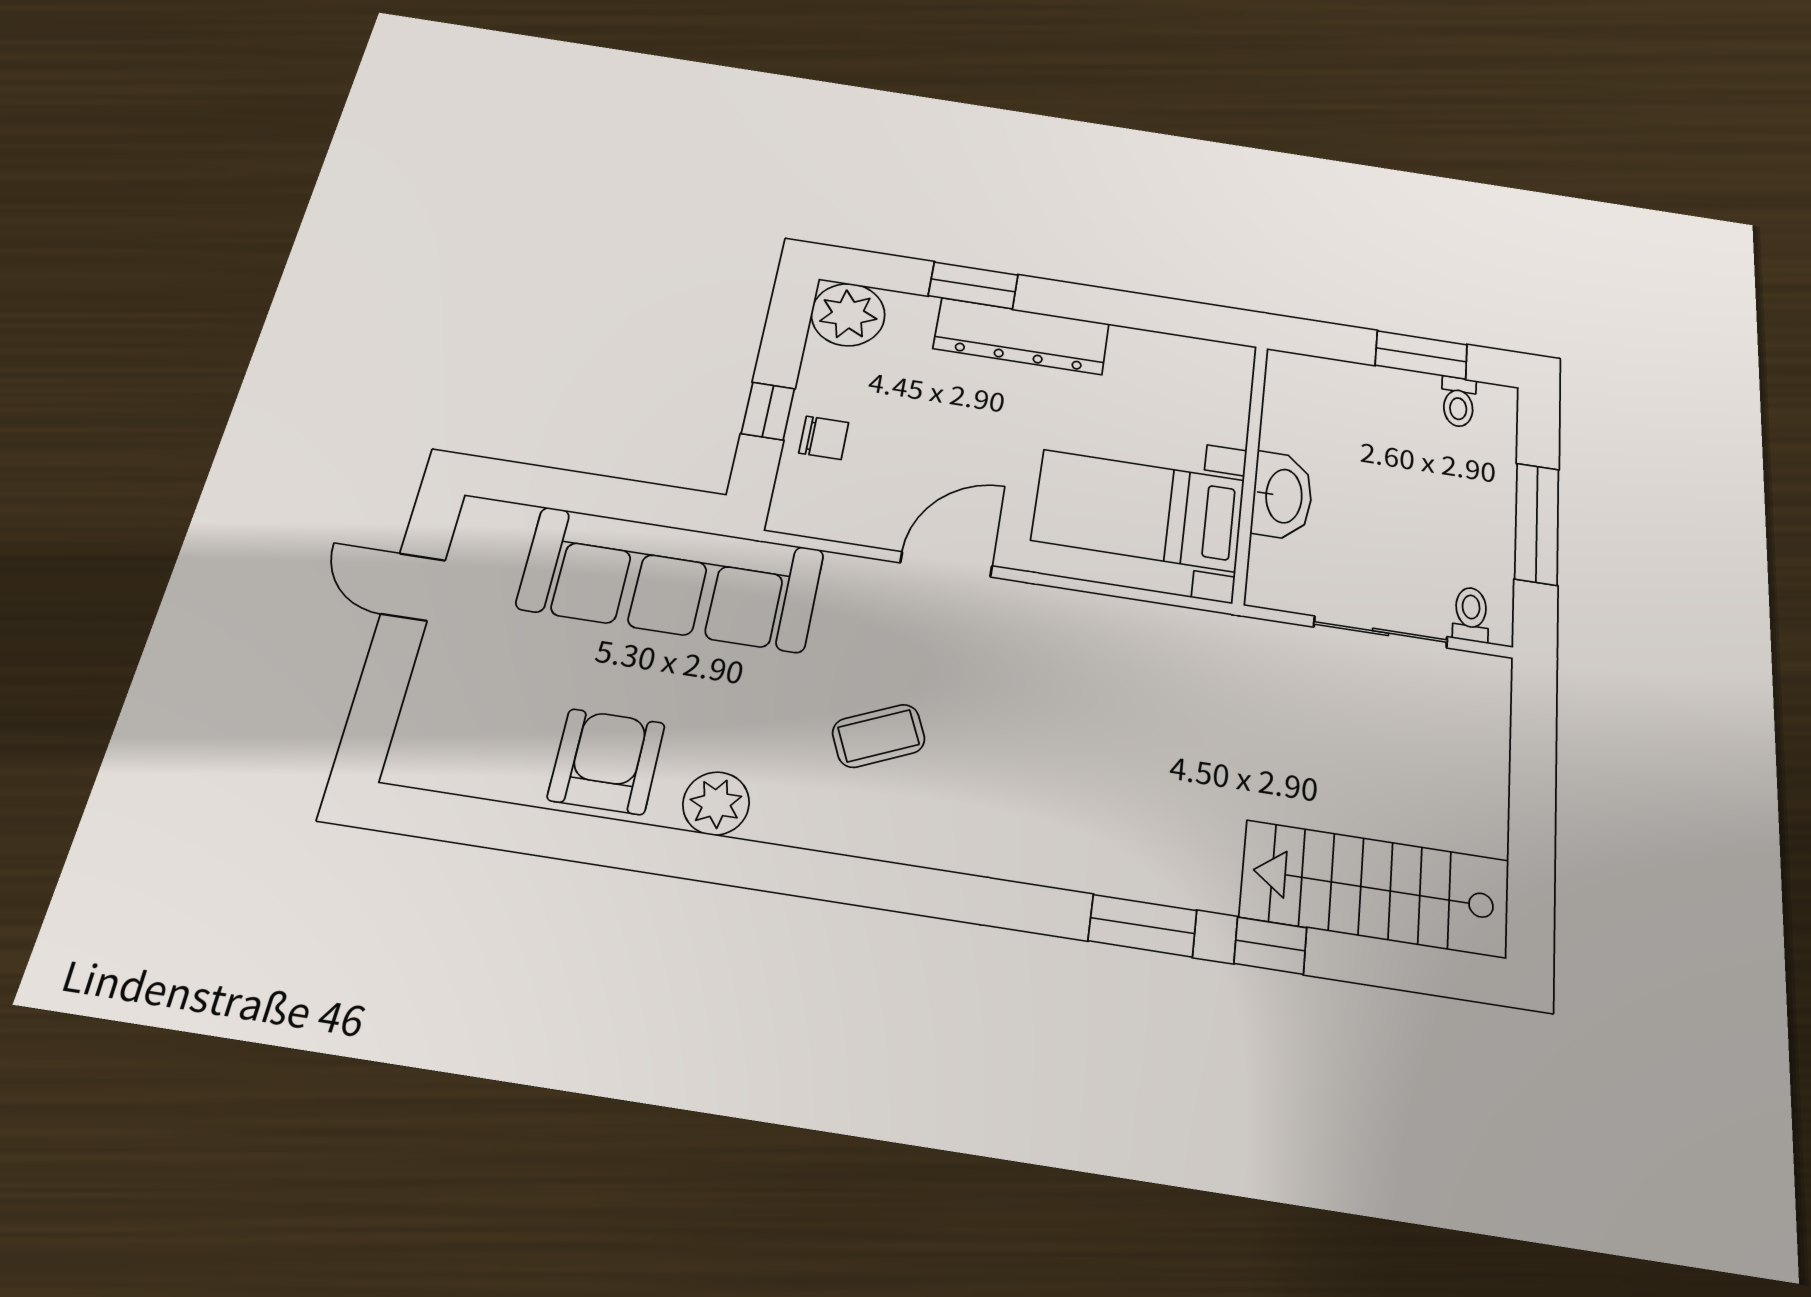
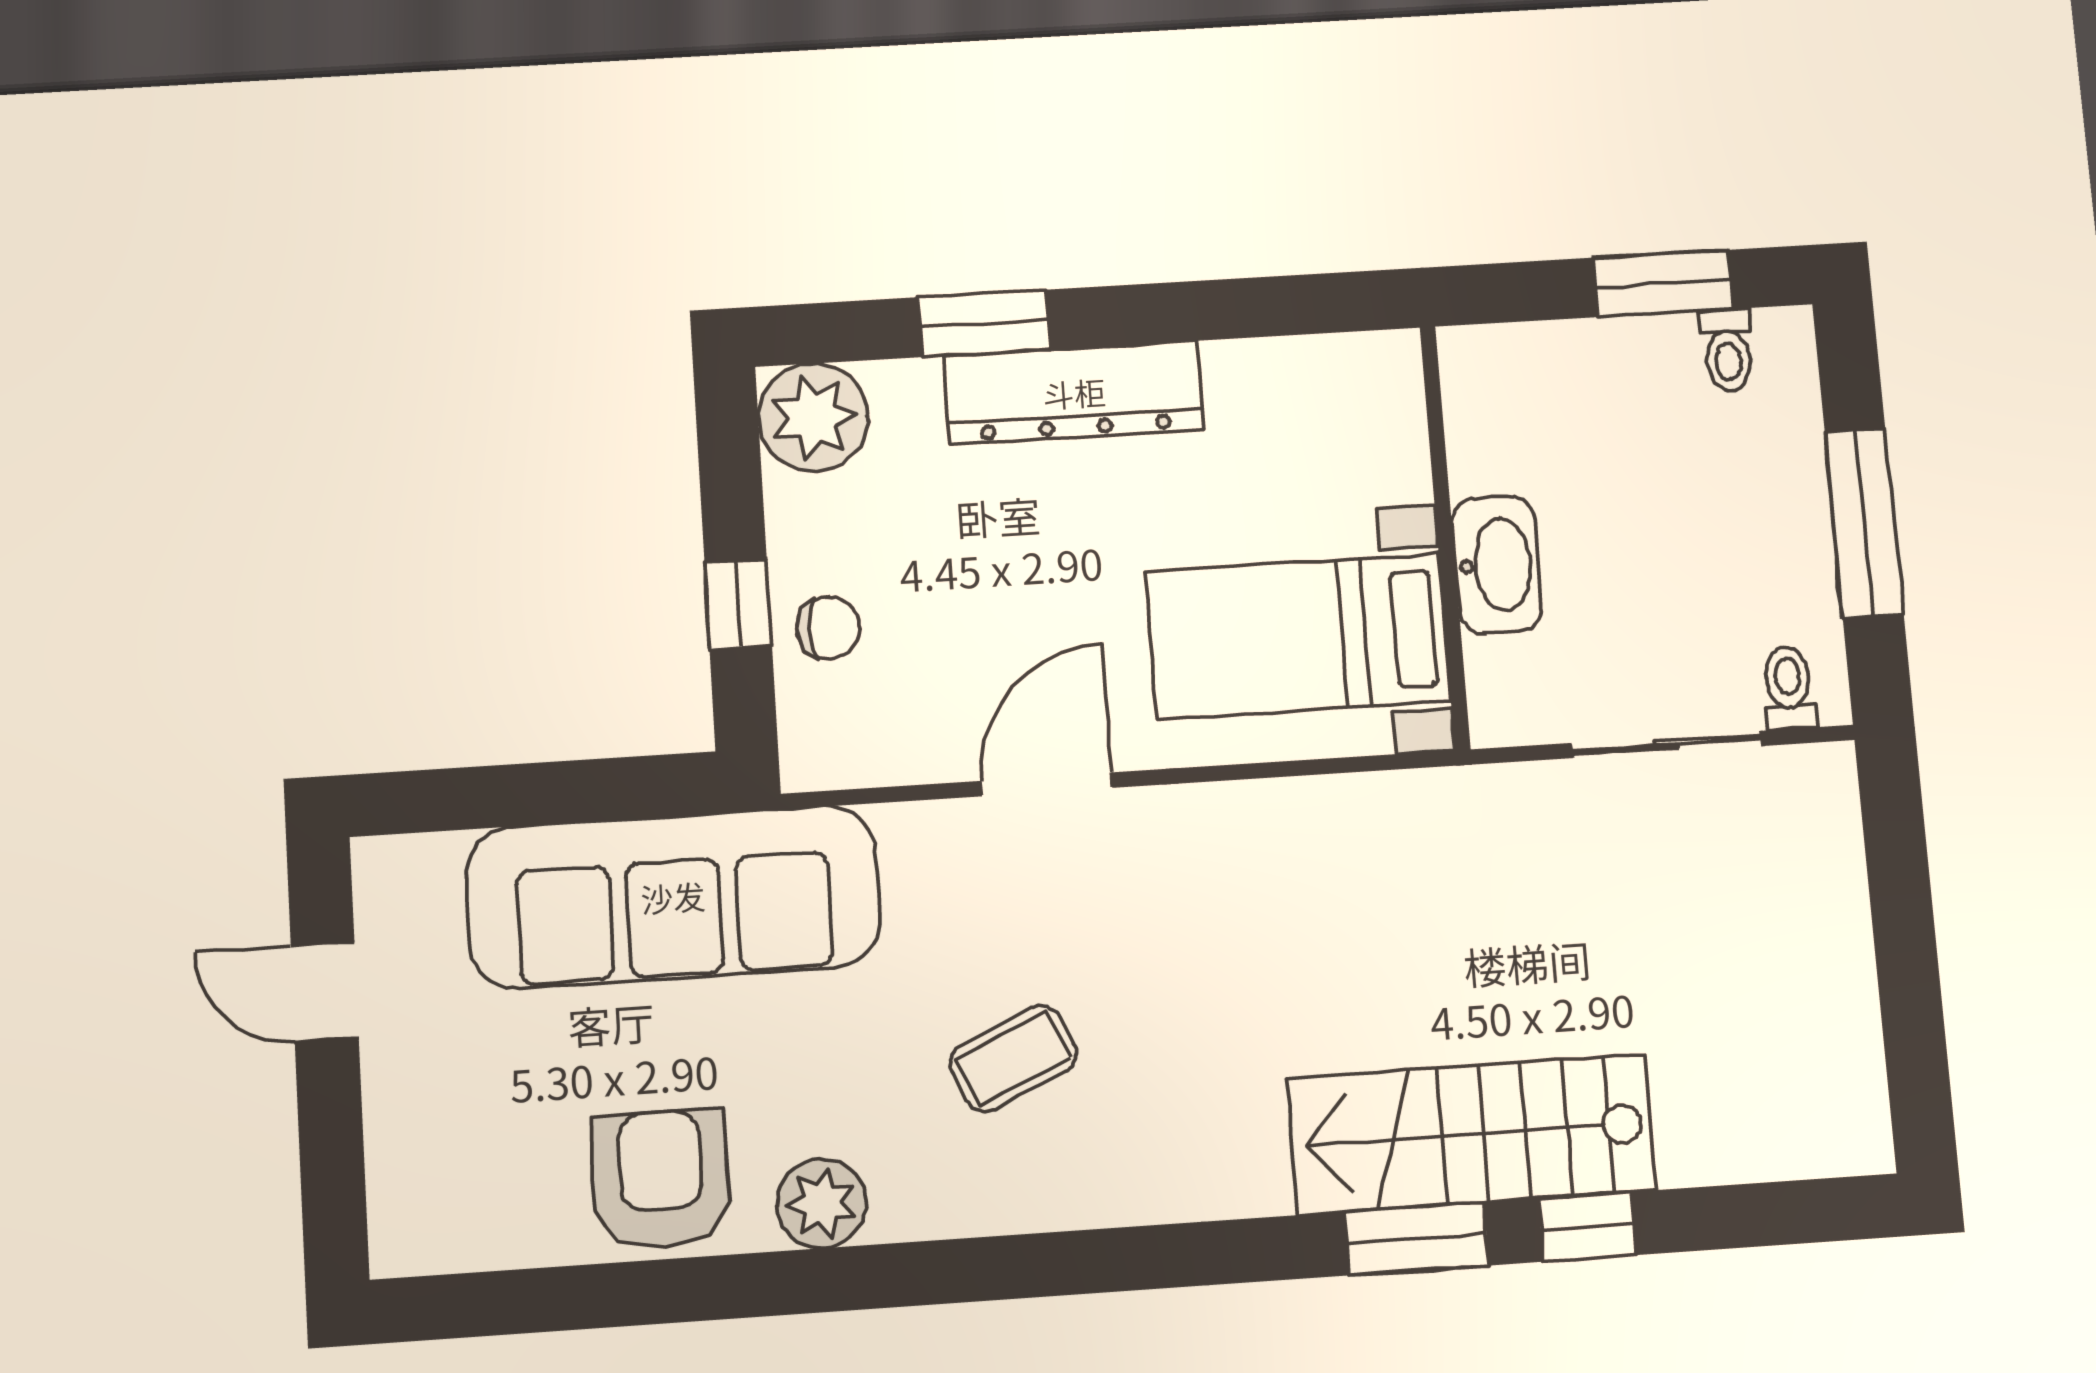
stairs: (1375, 889) -> (1472, 1134), moved

